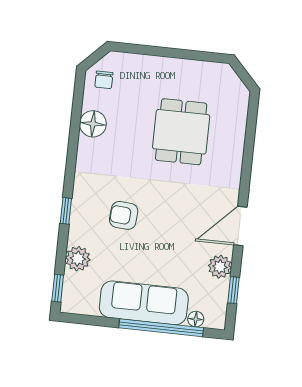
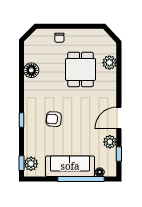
chair: (104, 80) -> (59, 38), moved
plant: (234, 125) -> (109, 63), added
plant: (78, 259) -> (31, 164), moved

